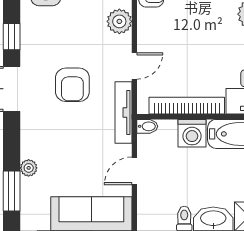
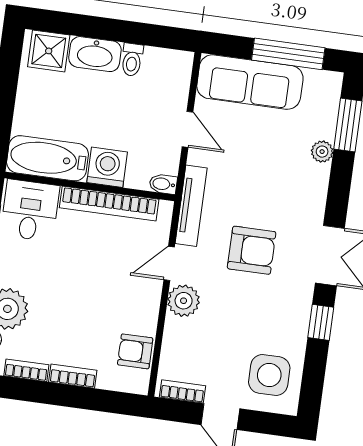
plant: (119, 21) -> (184, 301), moved
armchair: (72, 85) -> (252, 250), turned 90
door: (134, 171) -> (187, 129), hinge flipped

